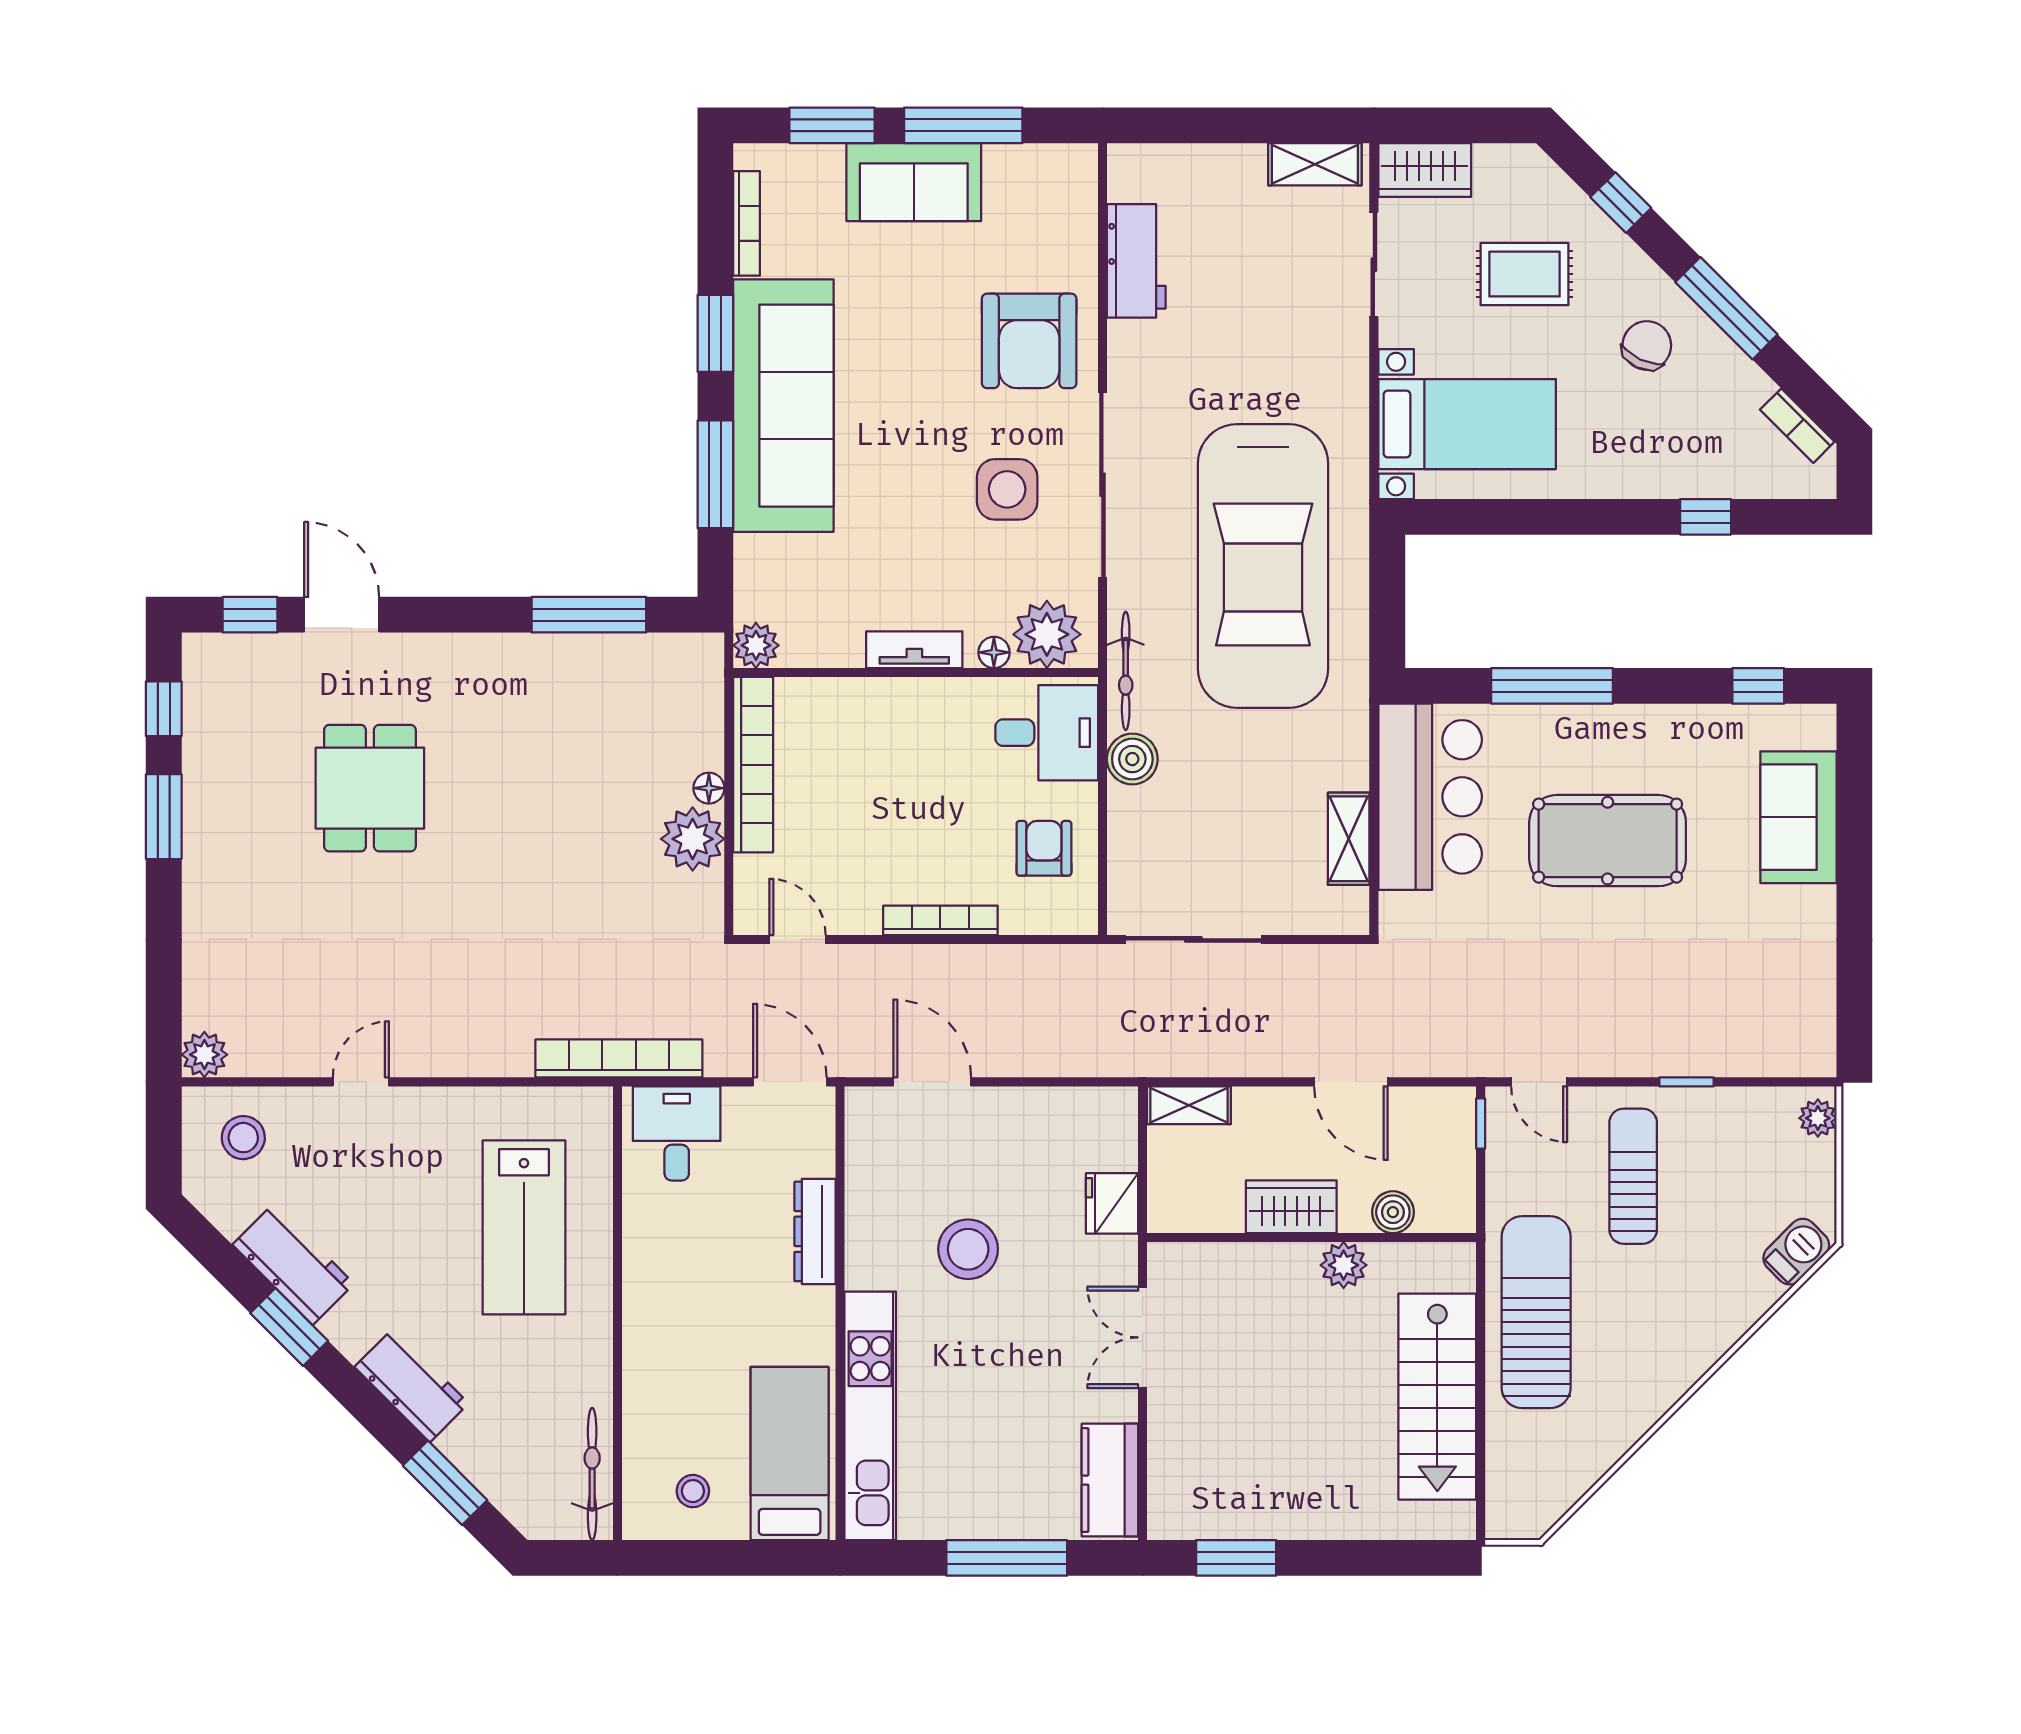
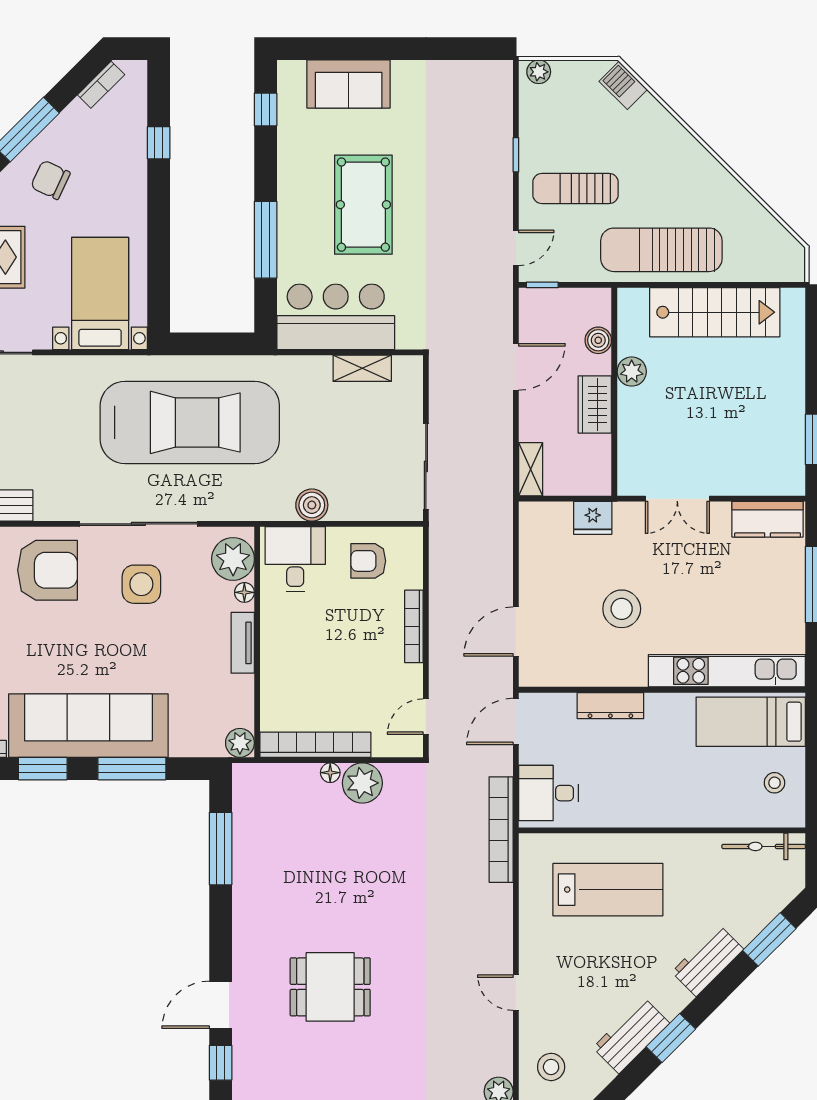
bicycle: (1126, 671) -> (256, 509), removed

